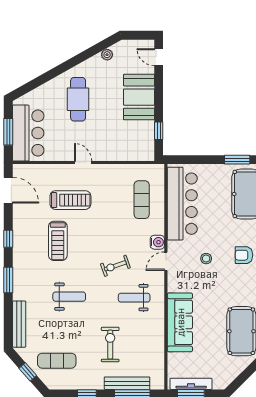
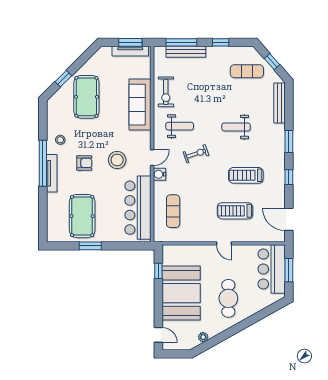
booth: (139, 97) -> (181, 293), width x1.36, depth x1.42
treadmill: (58, 241) -> (246, 175), turned -90
stool: (206, 259) -> (117, 160), width x1.89, depth x1.89
exercise bike: (110, 345) -> (166, 92), moved

